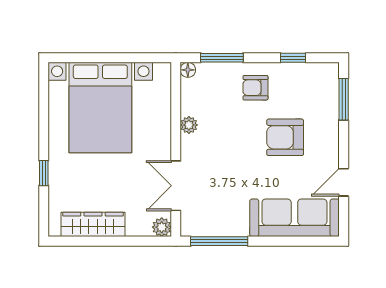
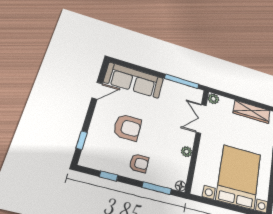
window: (344, 99) -> (82, 140), width x0.67
double door: (176, 186) -> (201, 119), swing flipped

